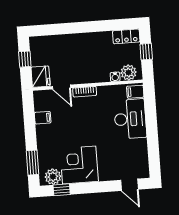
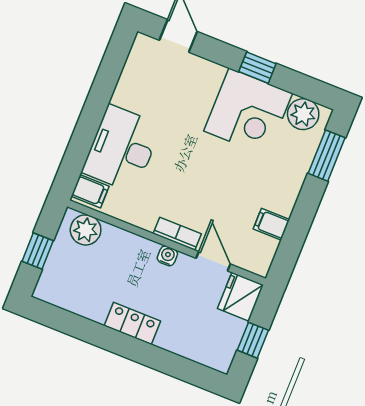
locker: (126, 36) -> (132, 323), moved
water cooler: (115, 77) -> (167, 256), moved
window: (62, 190) -> (257, 68), moved

